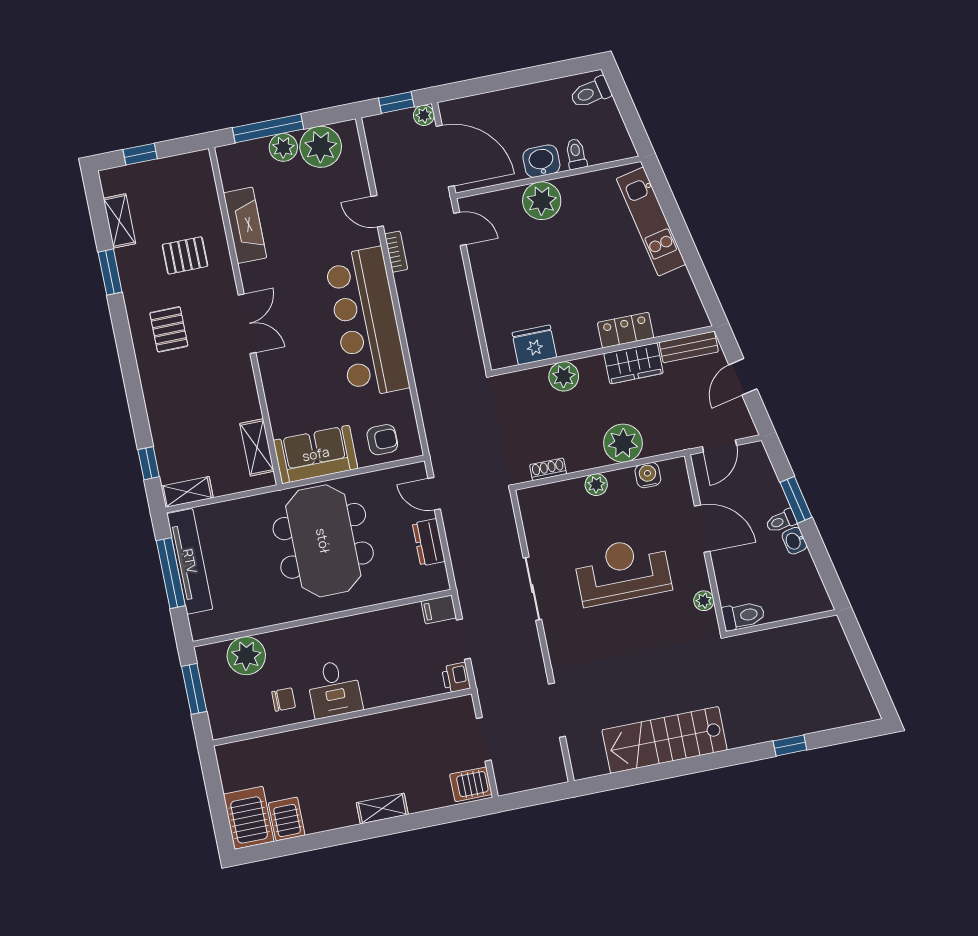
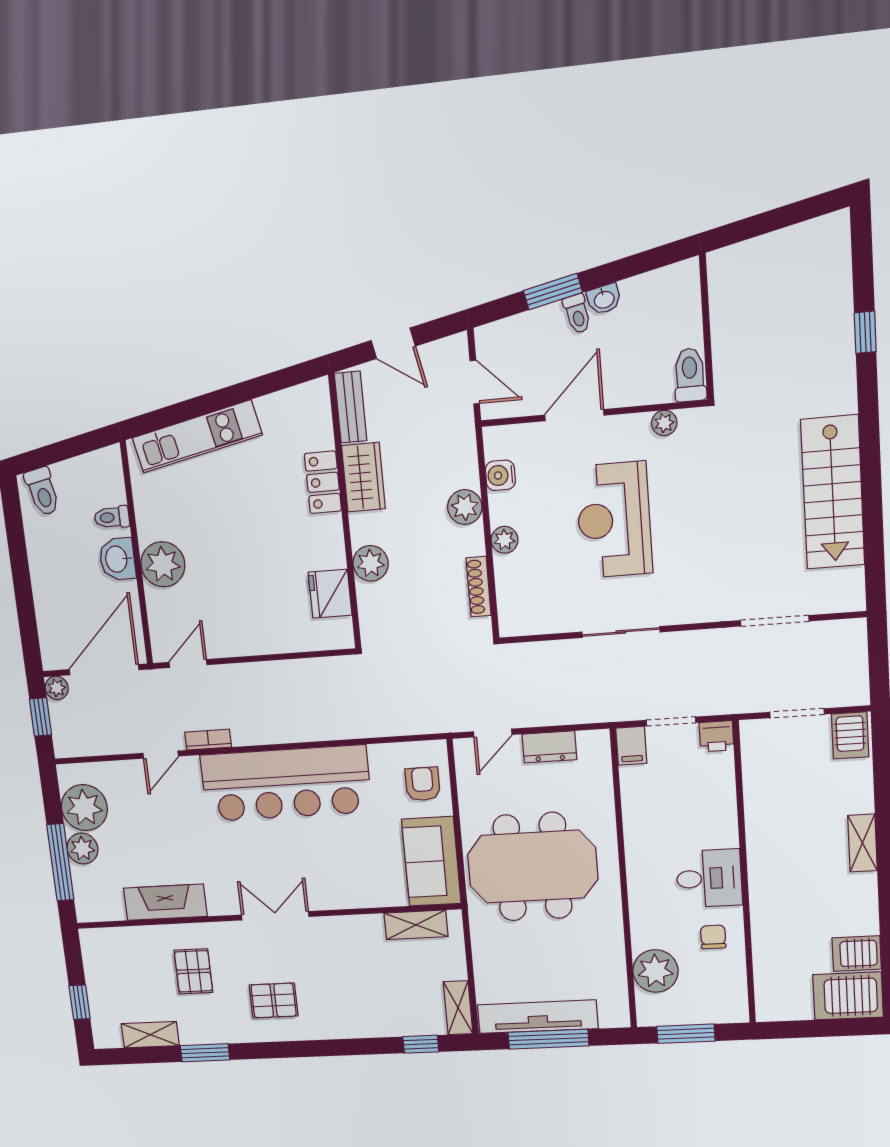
plant: (623, 443) -> (465, 507), width x0.73, depth x0.73
shoe rack: (548, 469) -> (479, 587), width x1.43

